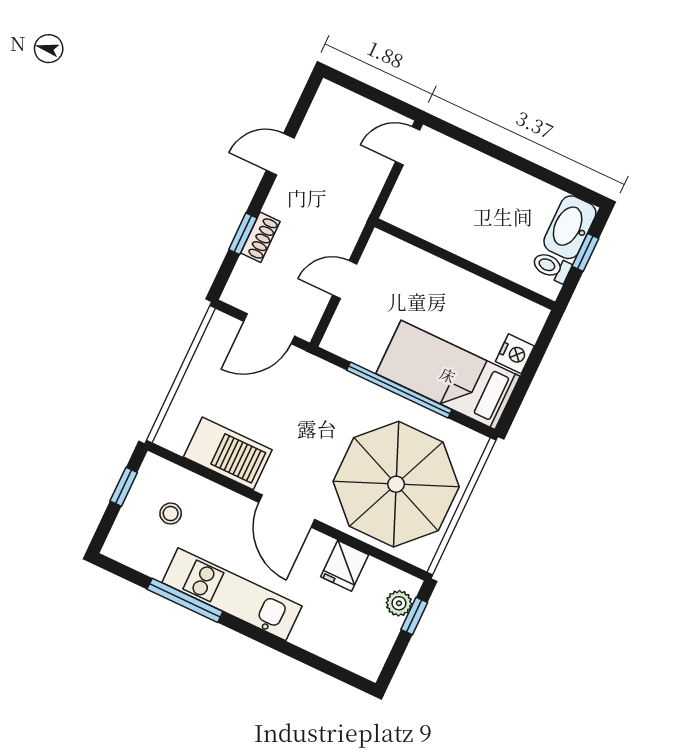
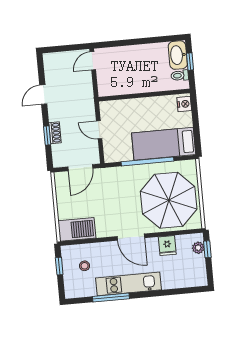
door: (345, 280) -> (99, 130), hinge flipped
nightstand: (515, 354) -> (184, 104), moved
barbecue: (228, 453) -> (77, 229), moved

